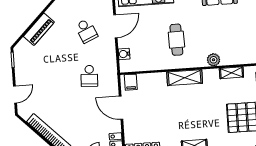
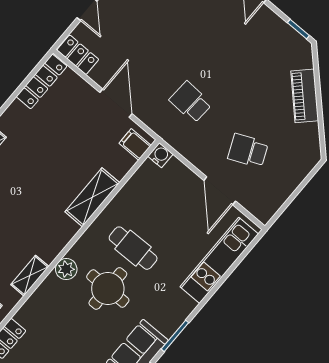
round table: (204, 34) -> (108, 289), added
water cooler: (124, 54) -> (160, 155), moved
shelving: (185, 78) -> (92, 197), moved
door: (121, 108) -> (116, 103), hinge flipped

